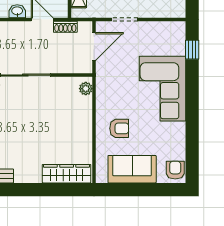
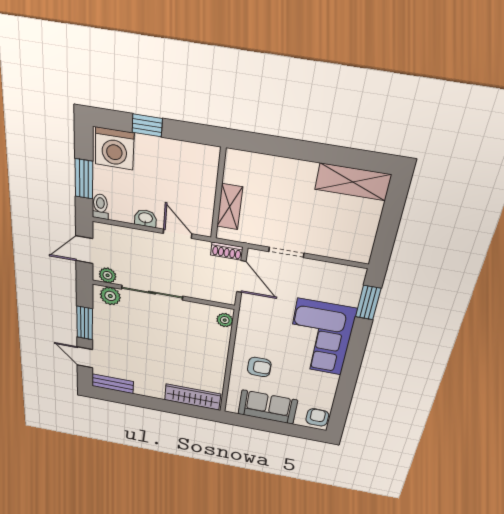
shoe rack: (65, 27) -> (227, 251), moved
door: (94, 46) -> (241, 277), hinge flipped
window: (192, 50) -> (368, 303), width x1.50

